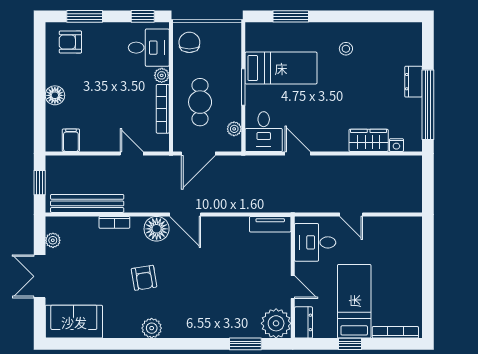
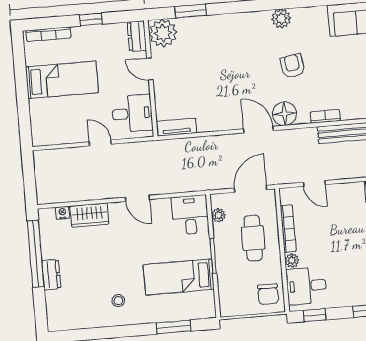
door: (298, 153) -> (137, 198), moved
bed: (354, 301) -> (62, 80), moved, turned -90

